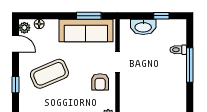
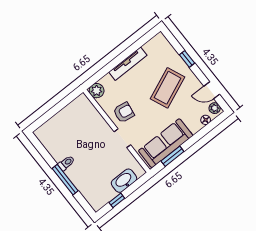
toilet: (178, 50) -> (66, 163), moved
armchair: (100, 82) -> (124, 112), turned 99

